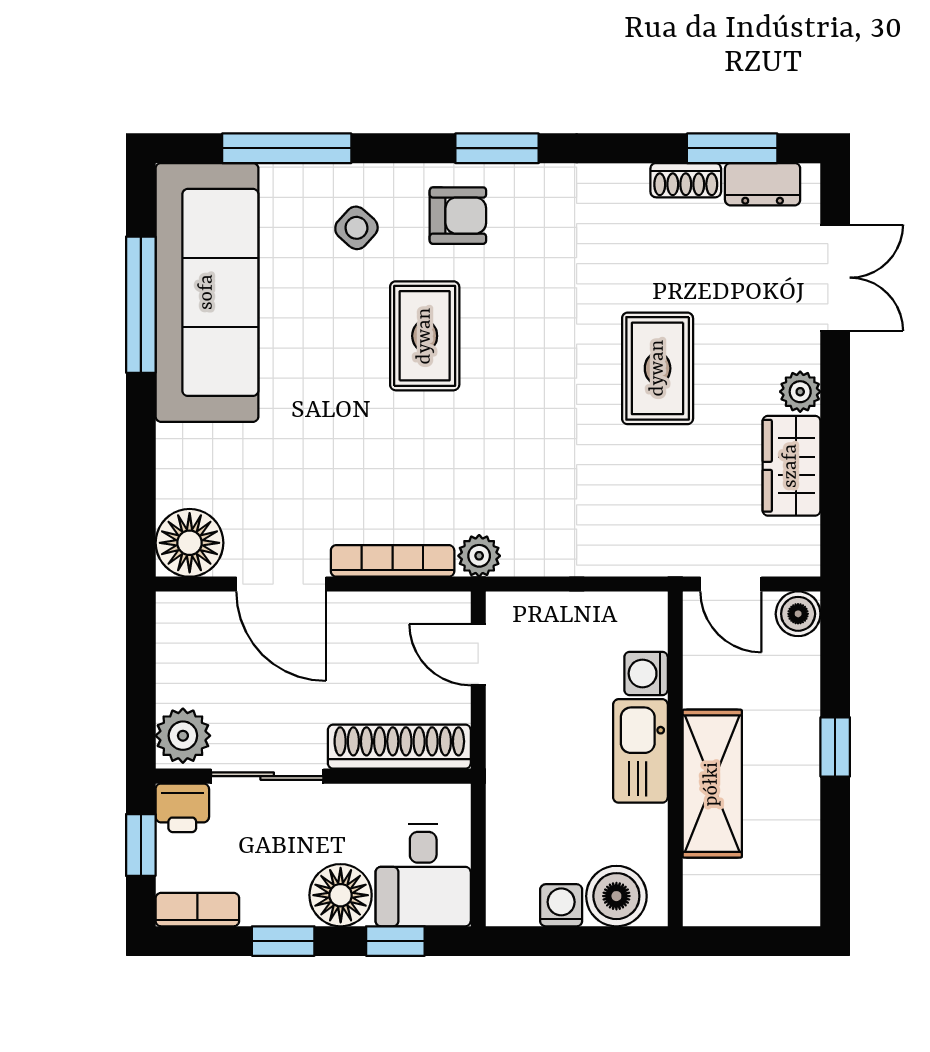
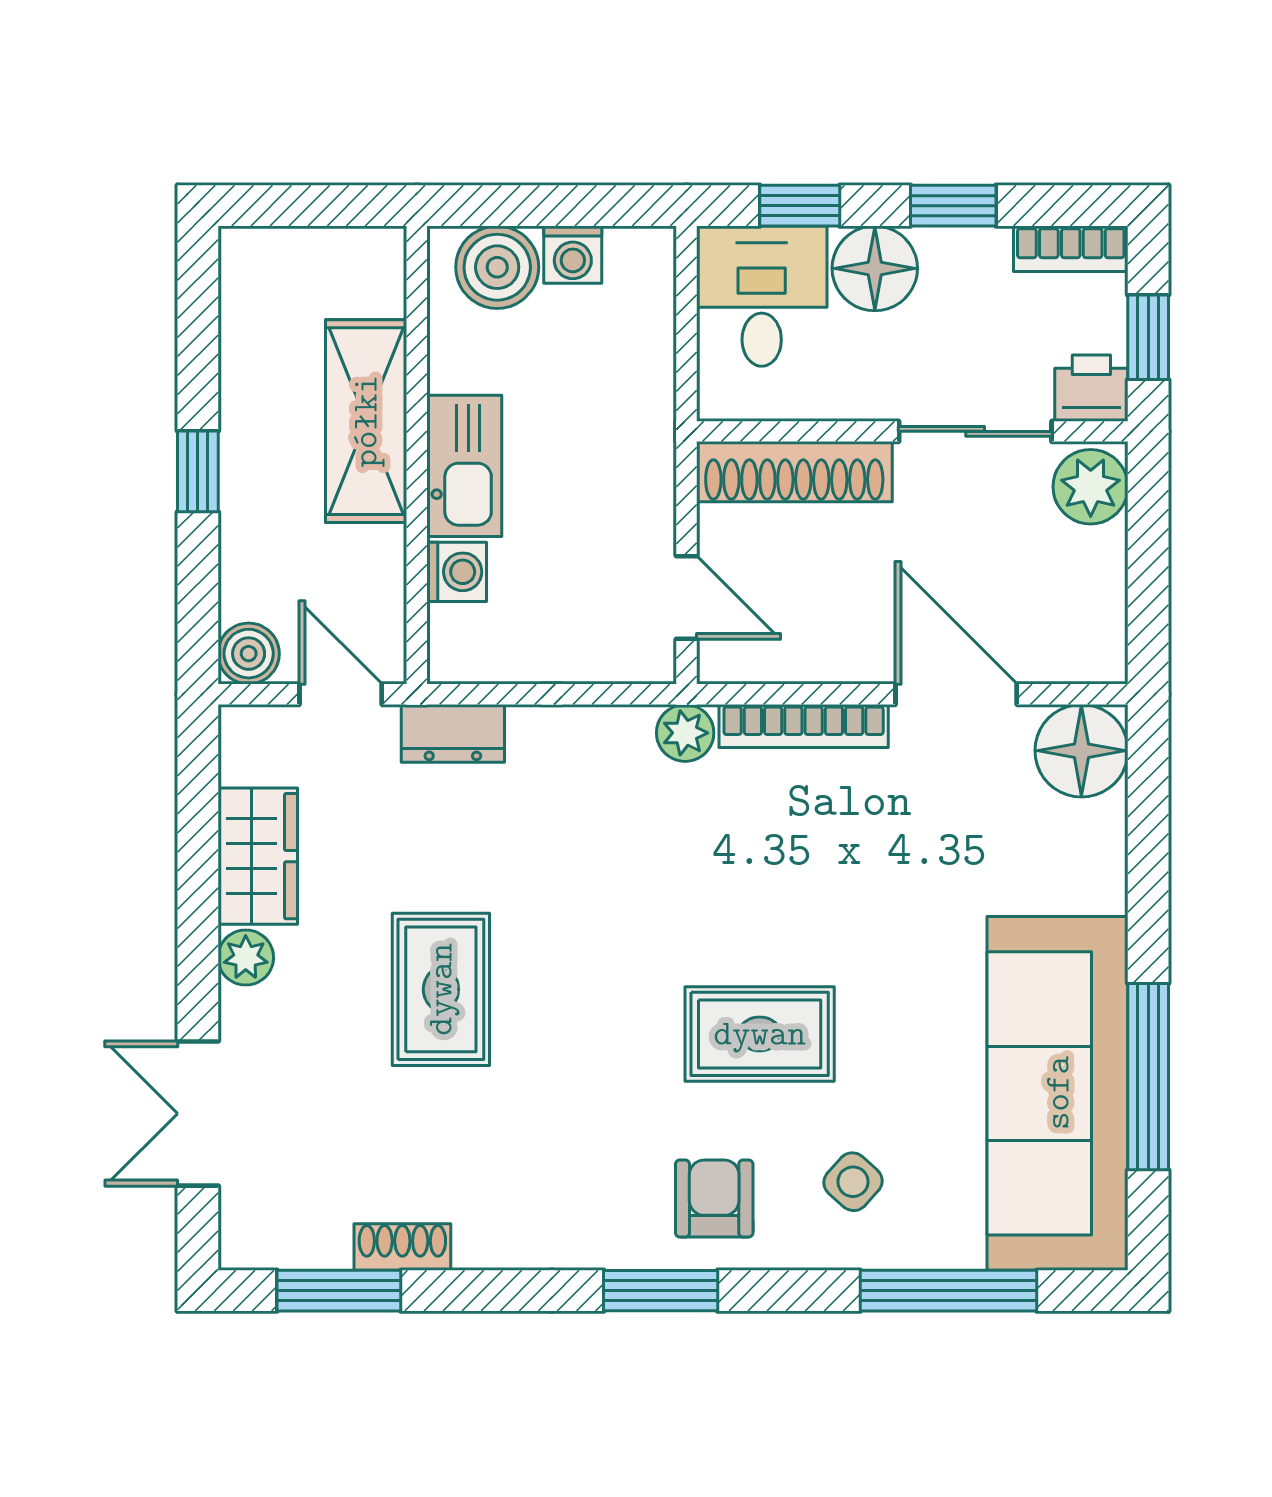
dresser: (763, 184) -> (453, 733), moved, turned 180
armchair: (458, 216) -> (714, 1198), turned 90
rug: (425, 336) -> (760, 1034), turned 90

